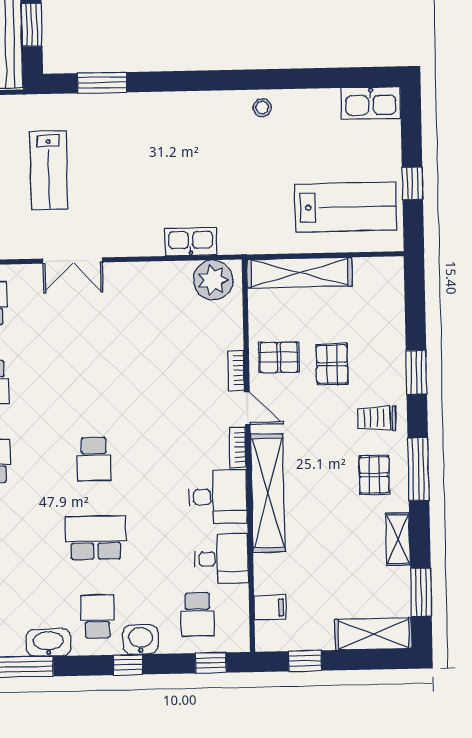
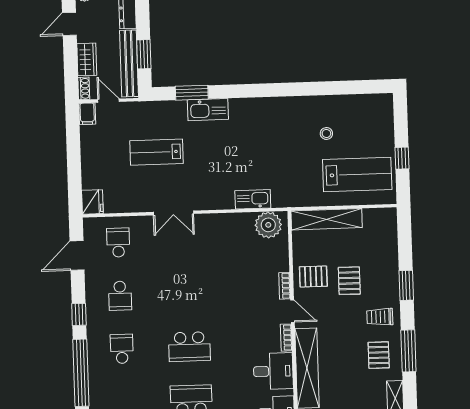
kitchen sink: (371, 103) -> (208, 110), moved
stool: (262, 108) -> (326, 133), moved
lab bench: (49, 170) -> (156, 152), turned 90
school desk: (94, 459) -> (189, 347), width x1.85

